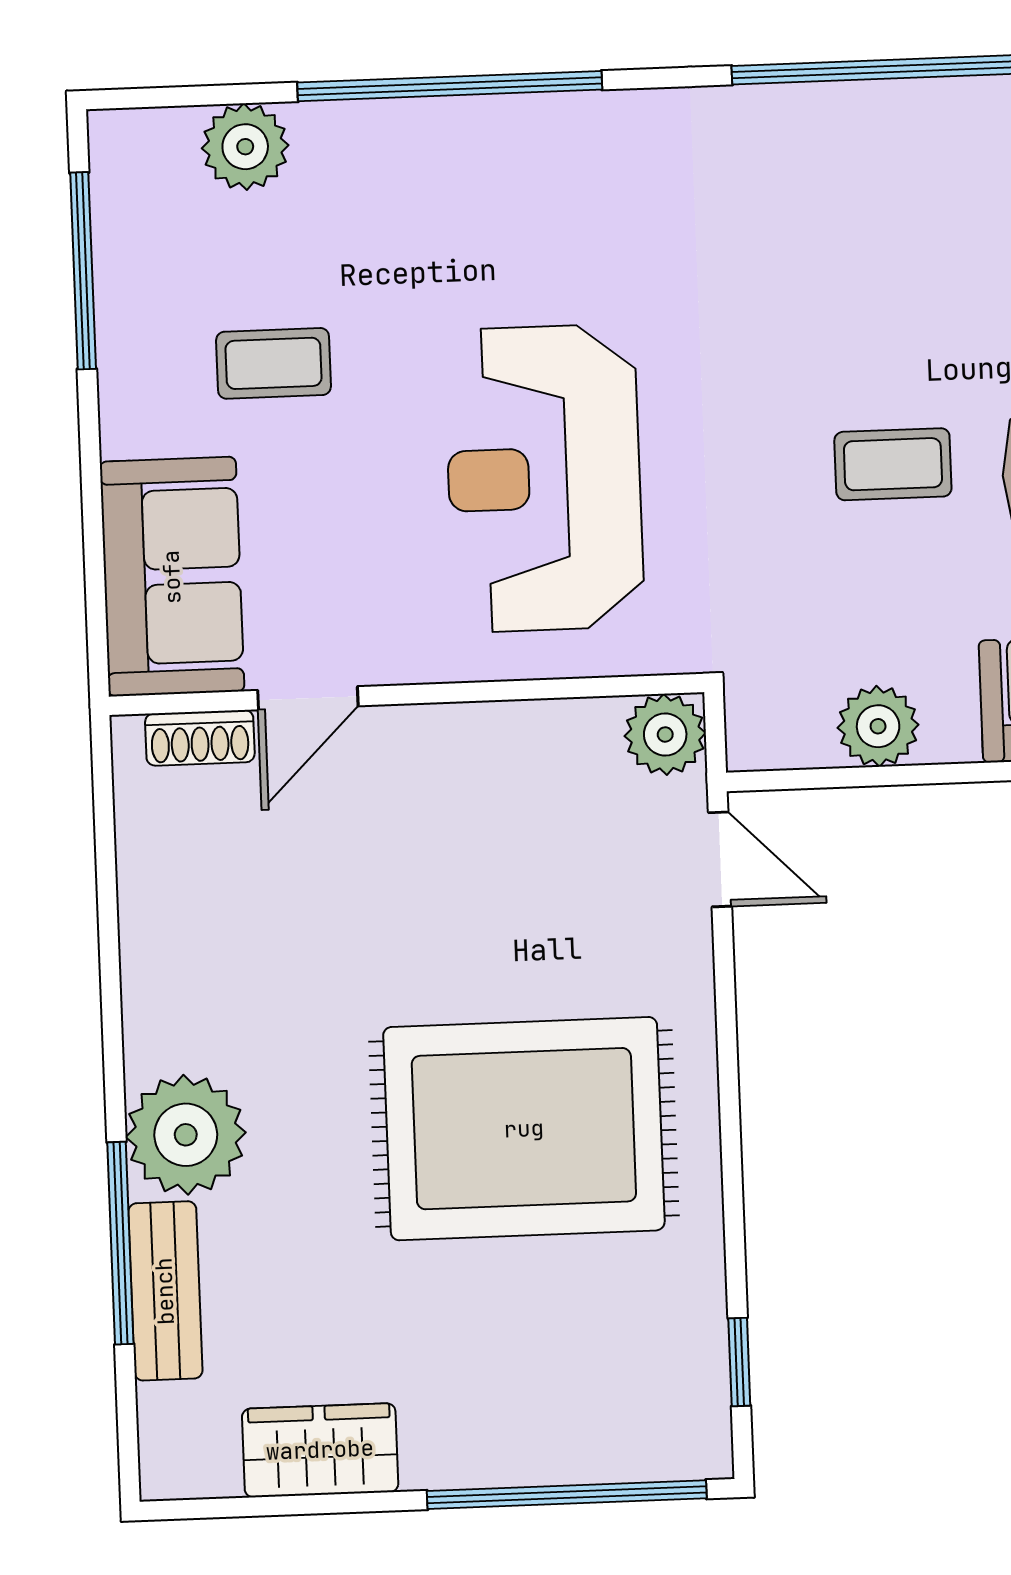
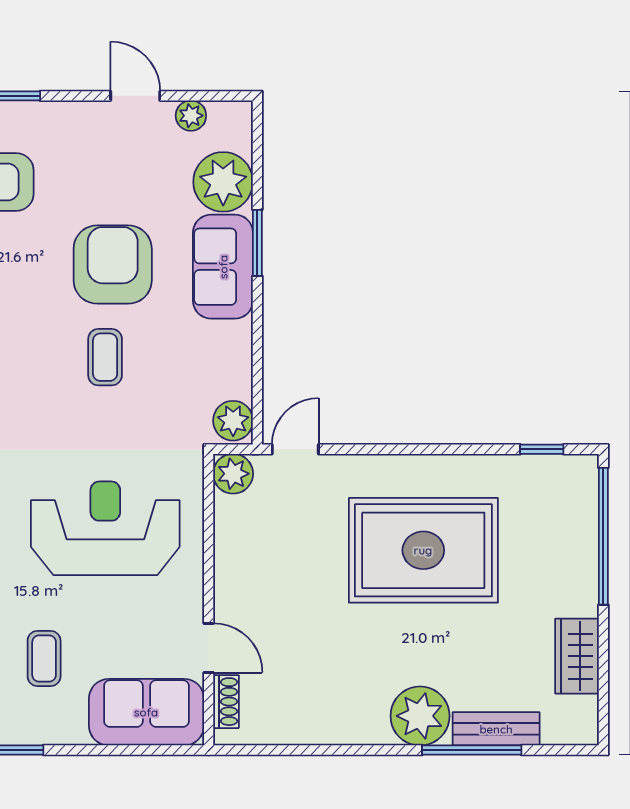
reception desk: (544, 478) -> (105, 528), turned 180
plant: (878, 726) -> (233, 421), moved
rug: (524, 1129) -> (423, 550), turned 90

